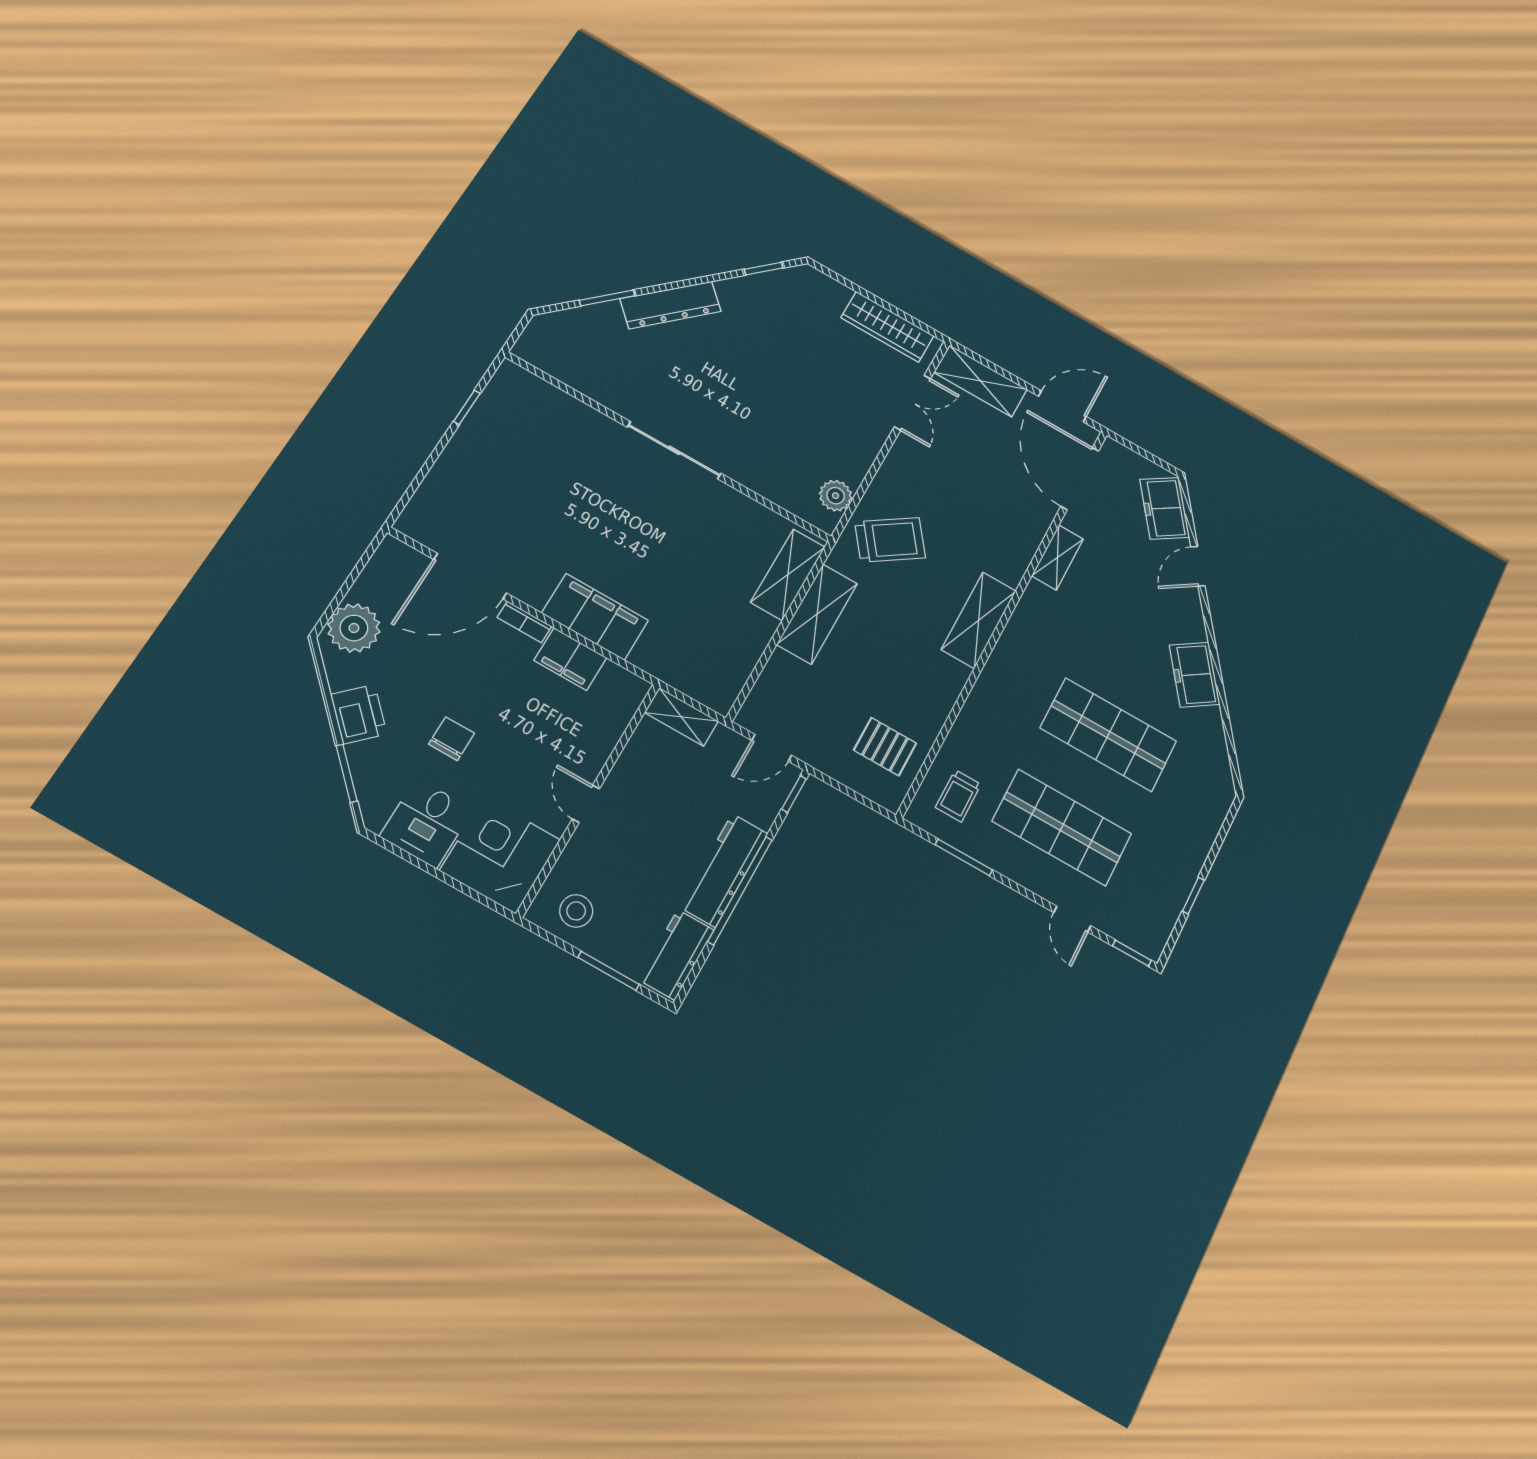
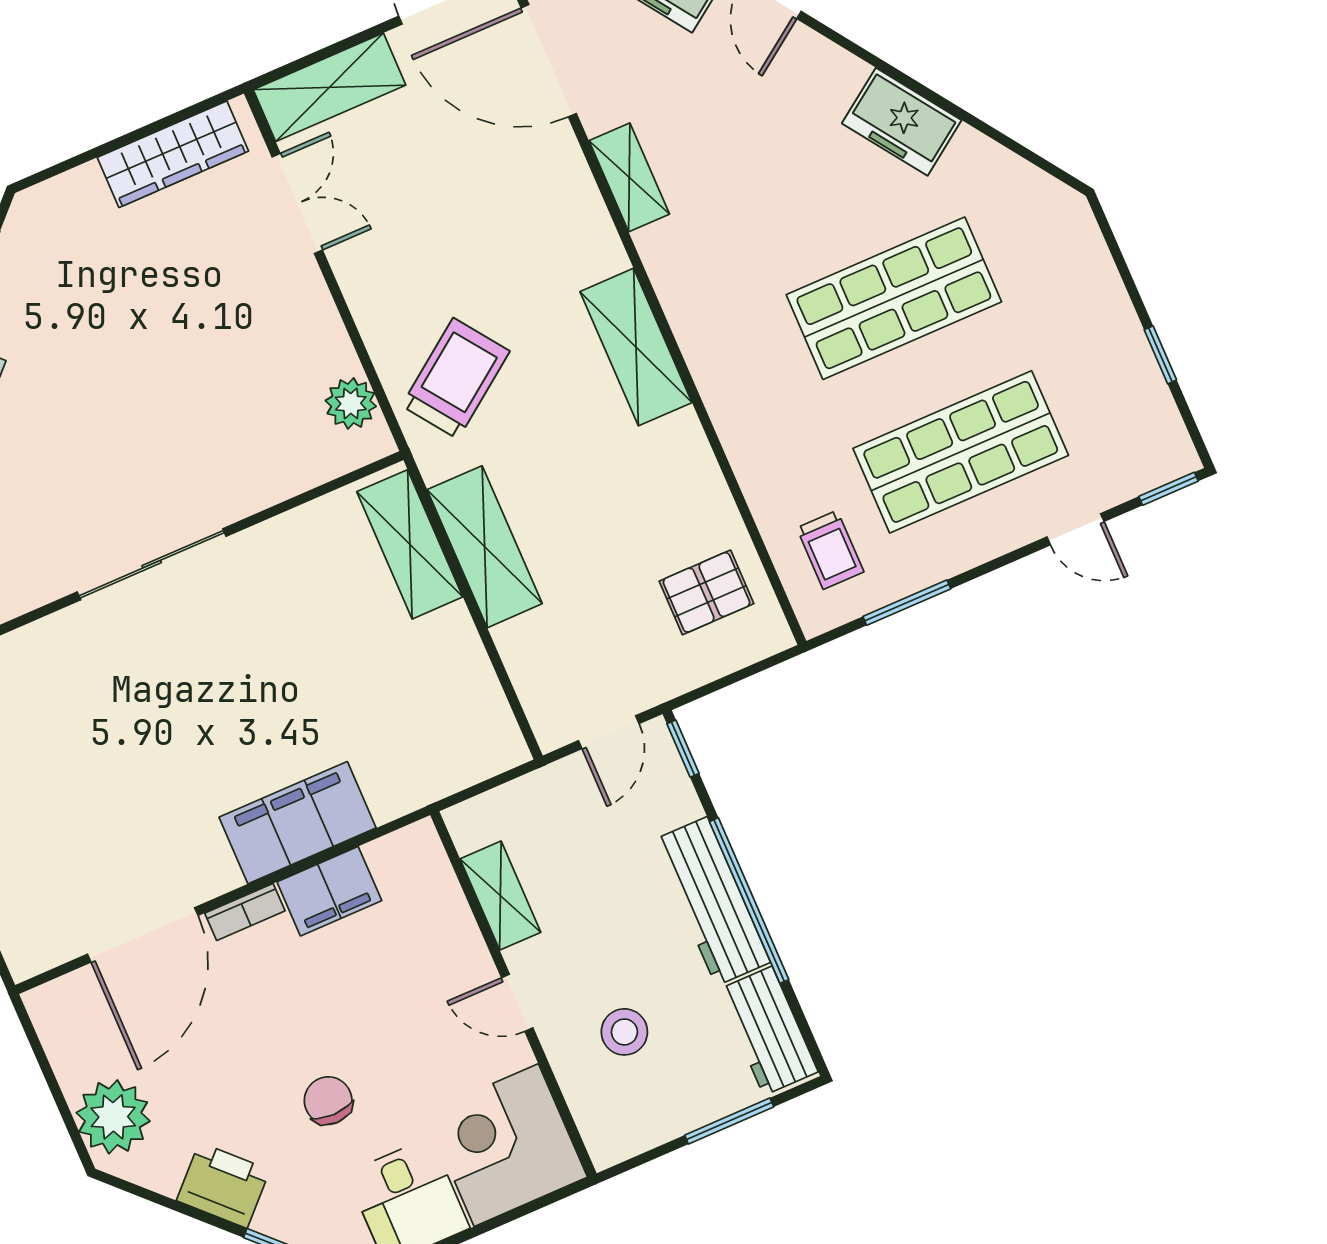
shelving: (681, 717) -> (500, 896), moved, turned 90
stool: (576, 911) -> (624, 1032), moved

